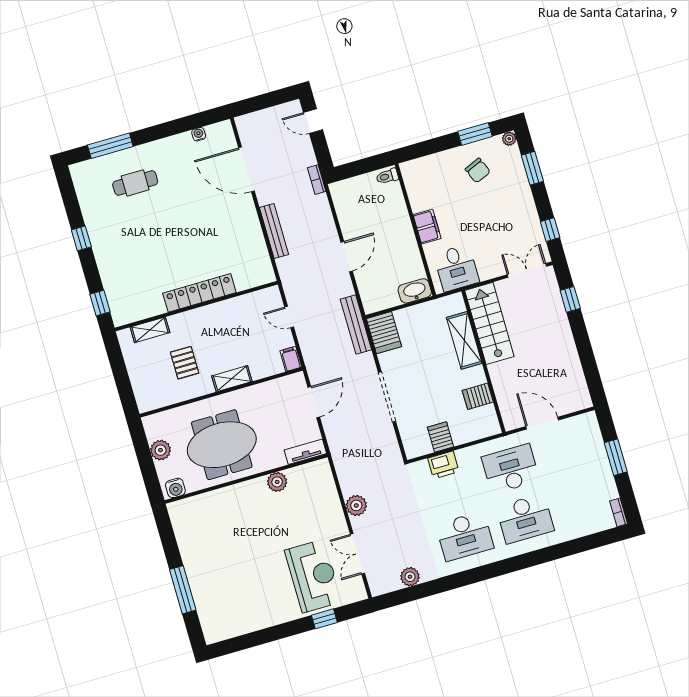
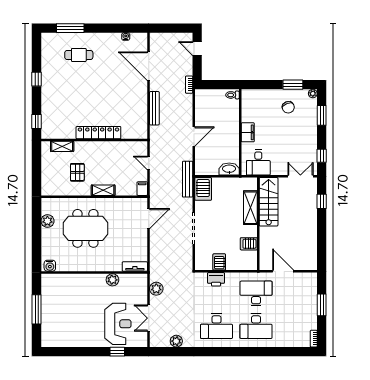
tv unit: (305, 452) -> (135, 267), moved
wall: (246, 479) -> (94, 272), moved
plant: (277, 482) -> (112, 280), moved
water cooler: (175, 488) -> (50, 266), moved

